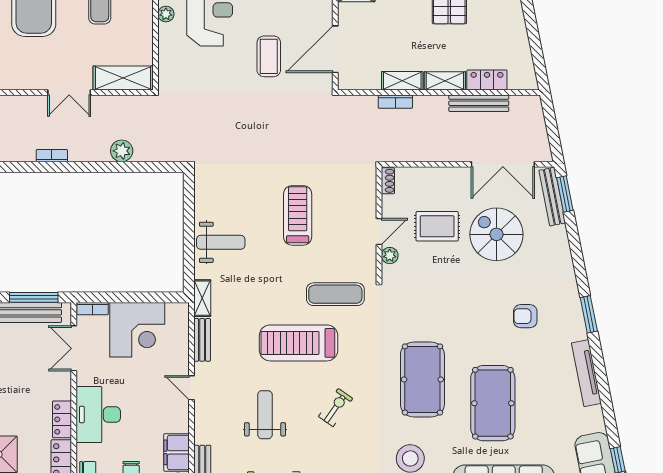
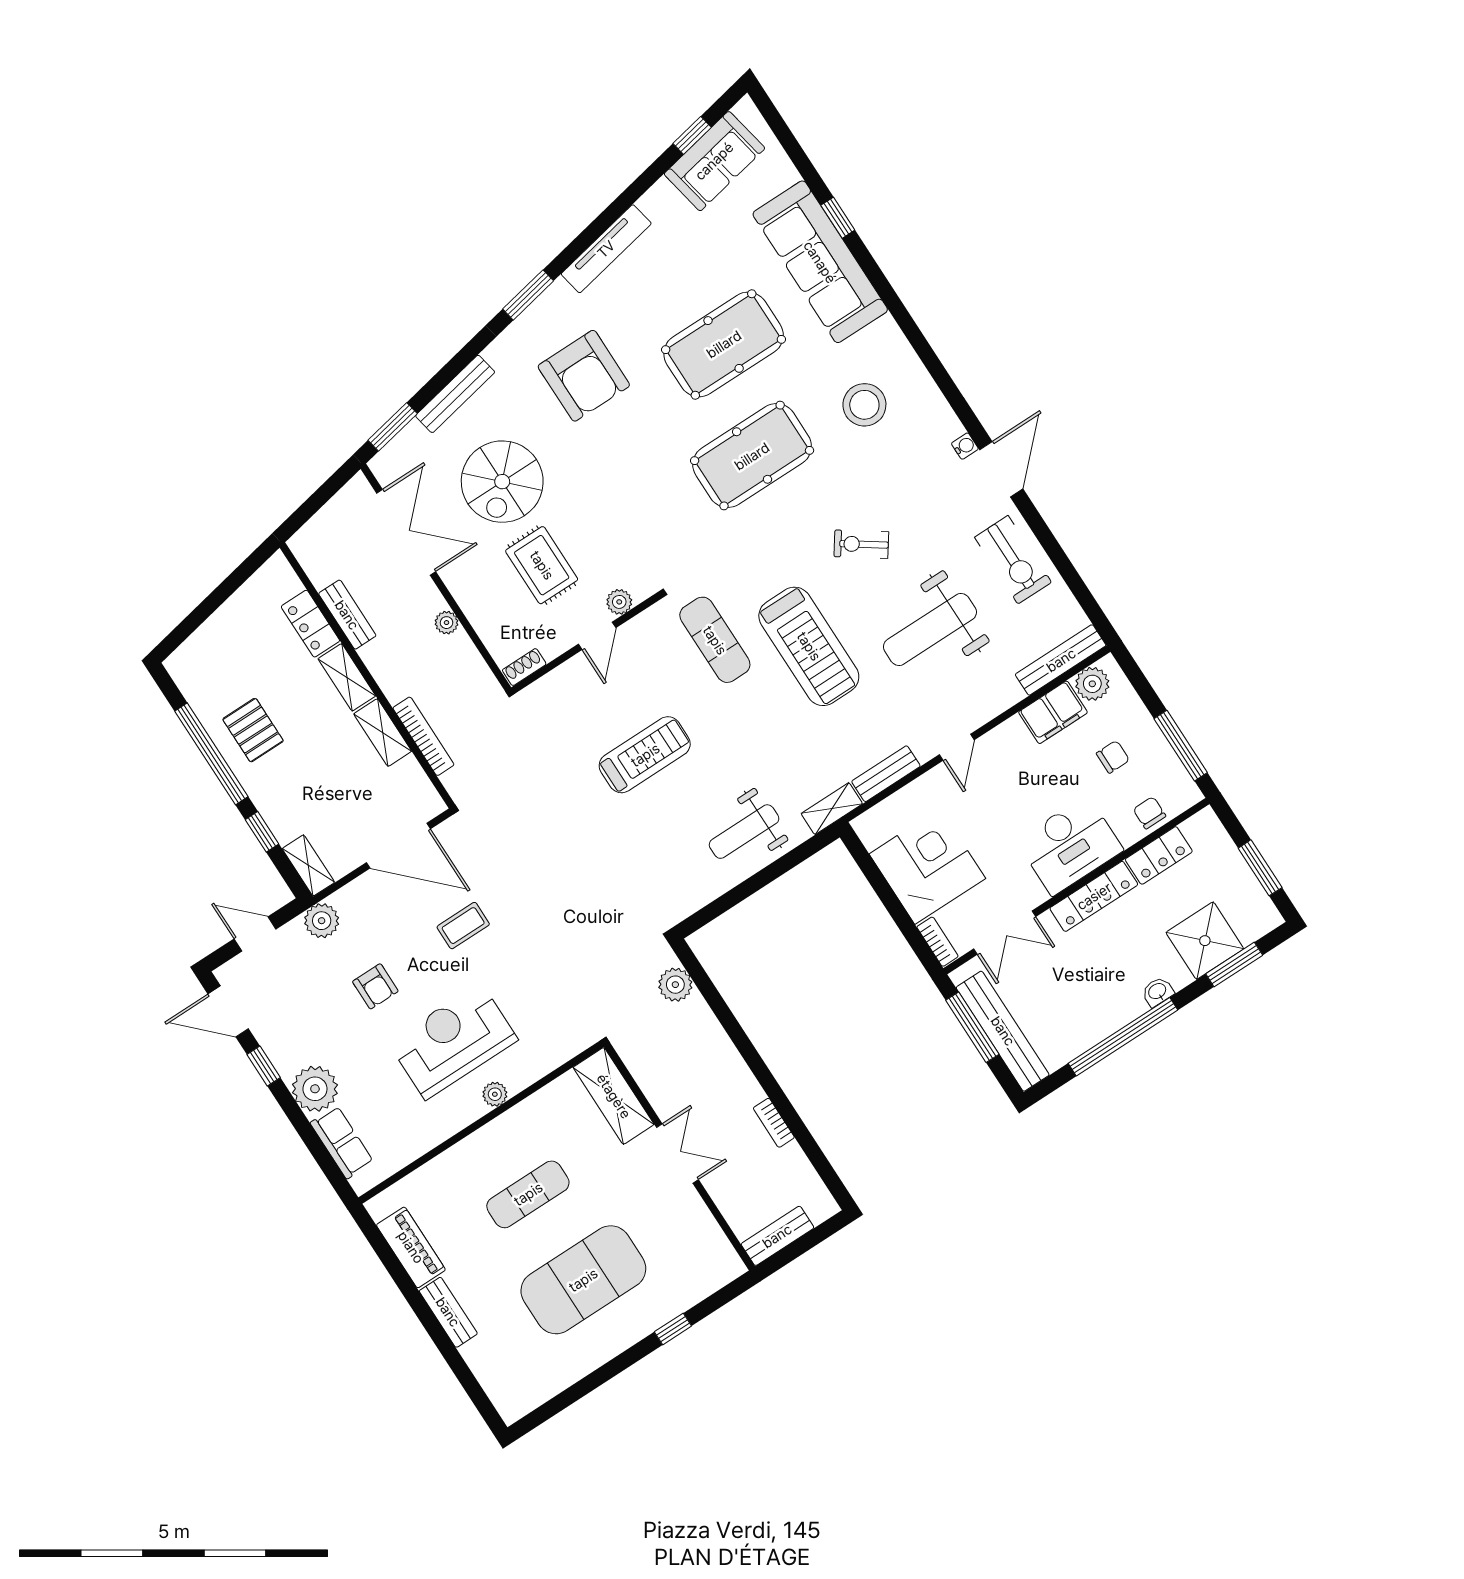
coffee table: (269, 56) -> (463, 926), width x0.73, depth x0.77
bookcase: (395, 102) -> (423, 736), width x1.56
bench: (479, 103) -> (347, 615), width x0.73
plant: (122, 151) -> (675, 985), moved
plant: (439, 154) -> (447, 623), added
bench: (552, 197) -> (455, 394), moved
treadmill: (298, 215) -> (645, 755), turned 180
door: (379, 231) -> (597, 636), swing flipped
weight bench: (221, 242) -> (744, 832), turned -90
armchair: (525, 316) -> (584, 376), width x1.88, depth x1.88
weight bench: (265, 415) -> (930, 629), width x1.36, depth x1.33
locker: (62, 419) -> (1094, 896), width x1.53

